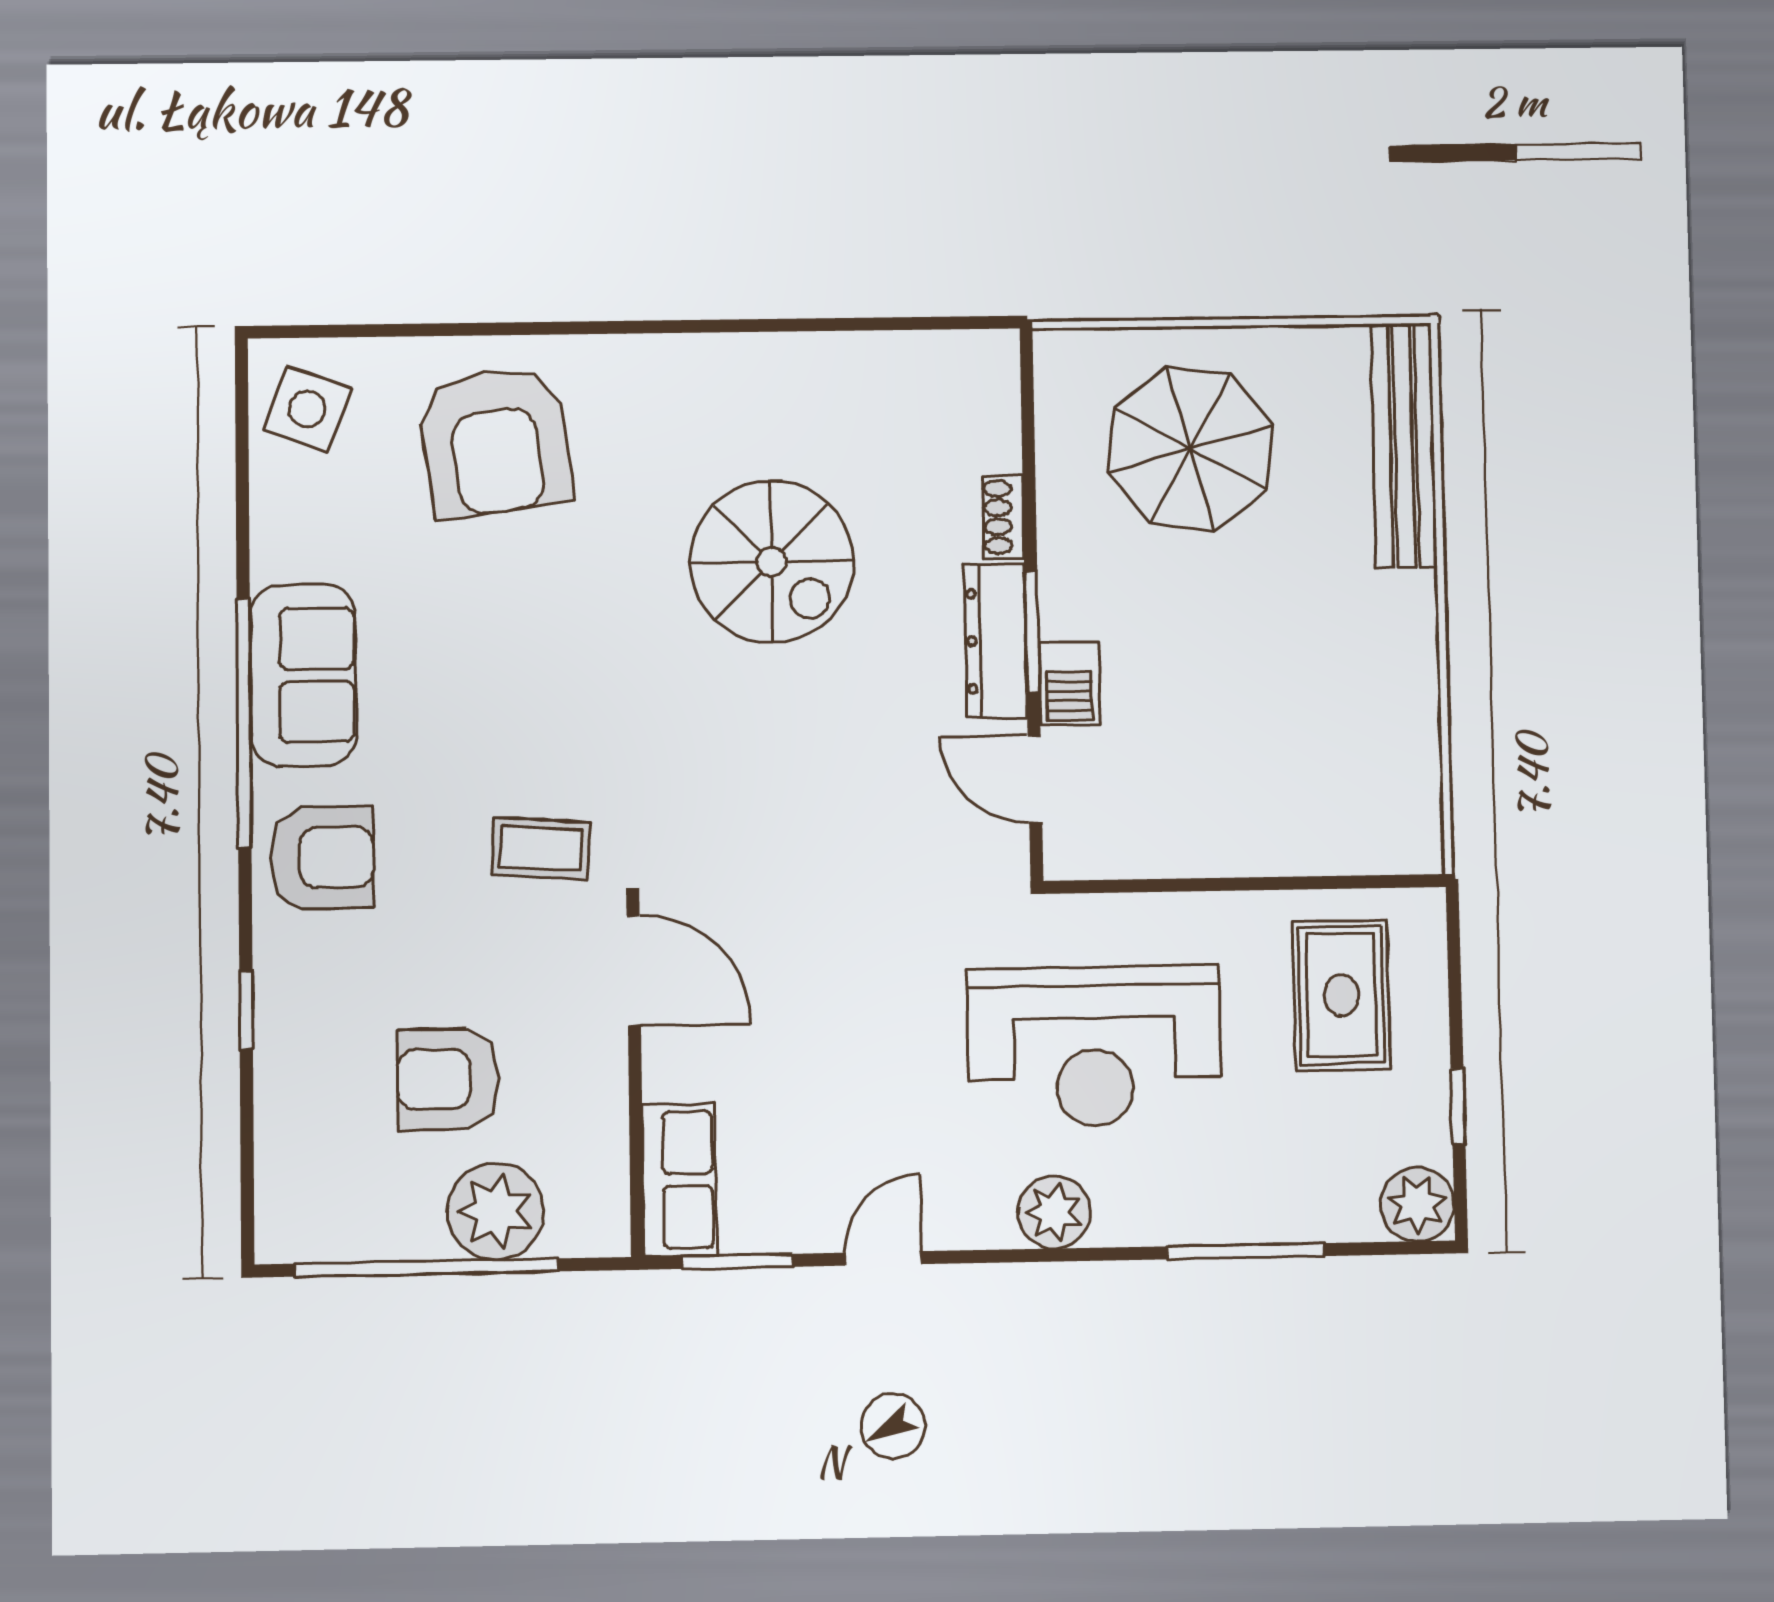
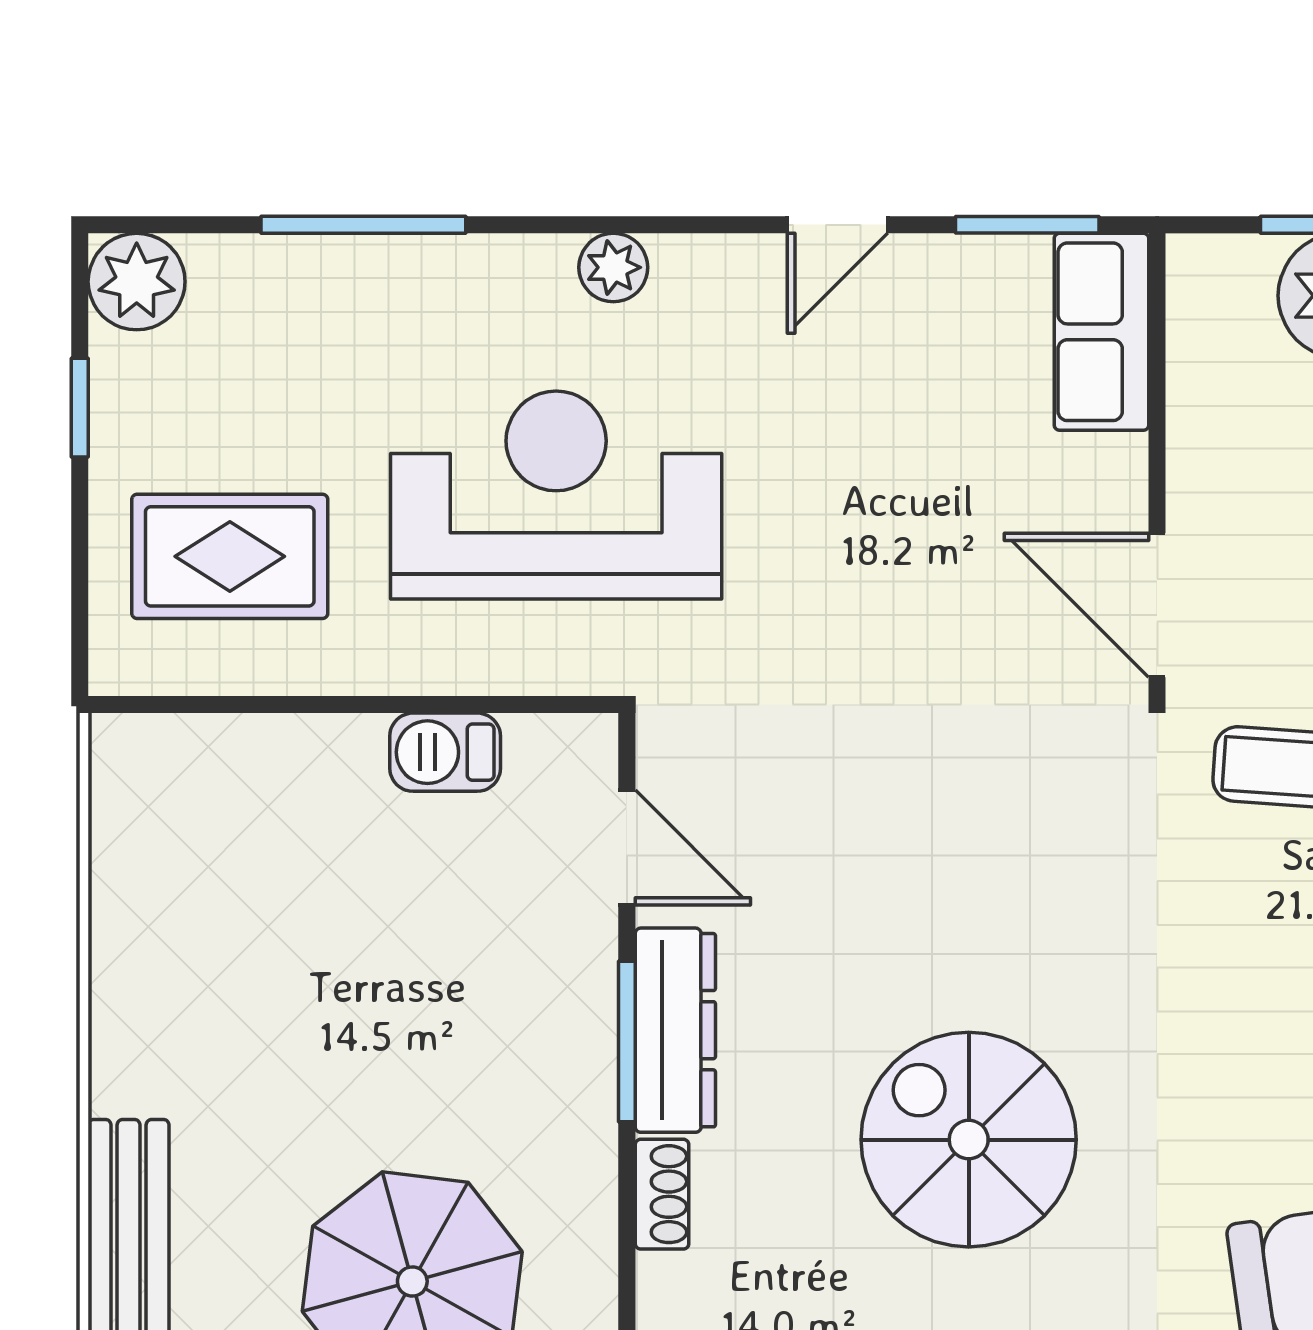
barbecue: (1069, 684) -> (445, 752), moved, turned -90
rug: (1341, 995) -> (230, 556), turned 90
plant: (1054, 1212) -> (613, 267), width x0.73, depth x0.73

